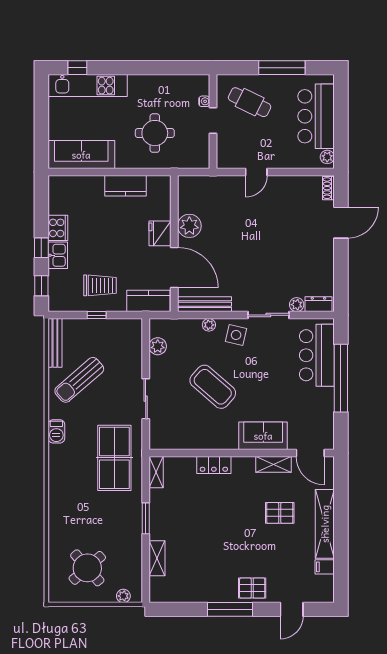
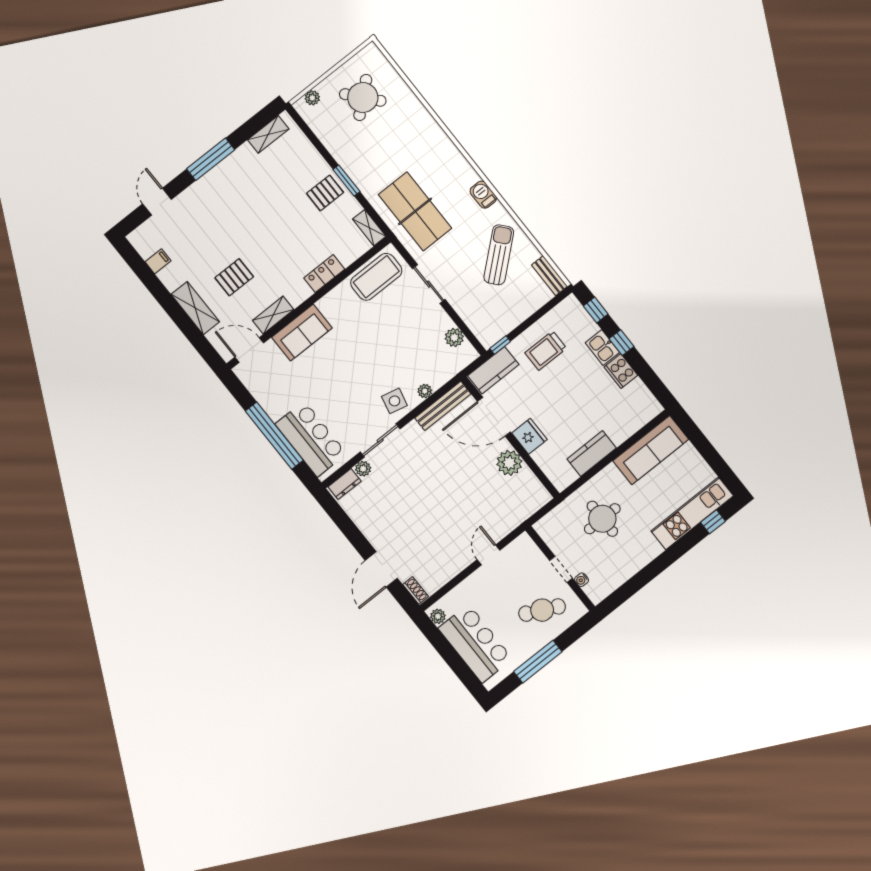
window: (97, 315) -> (500, 345), moved
bench: (55, 343) -> (549, 276), width x0.73
coffee table: (213, 387) -> (376, 277), moved, turned -41
shelving: (325, 524) -> (195, 308), width x0.68
shelving: (157, 558) -> (268, 134), moved, turned 90
pallet: (252, 588) -> (325, 193), moved

